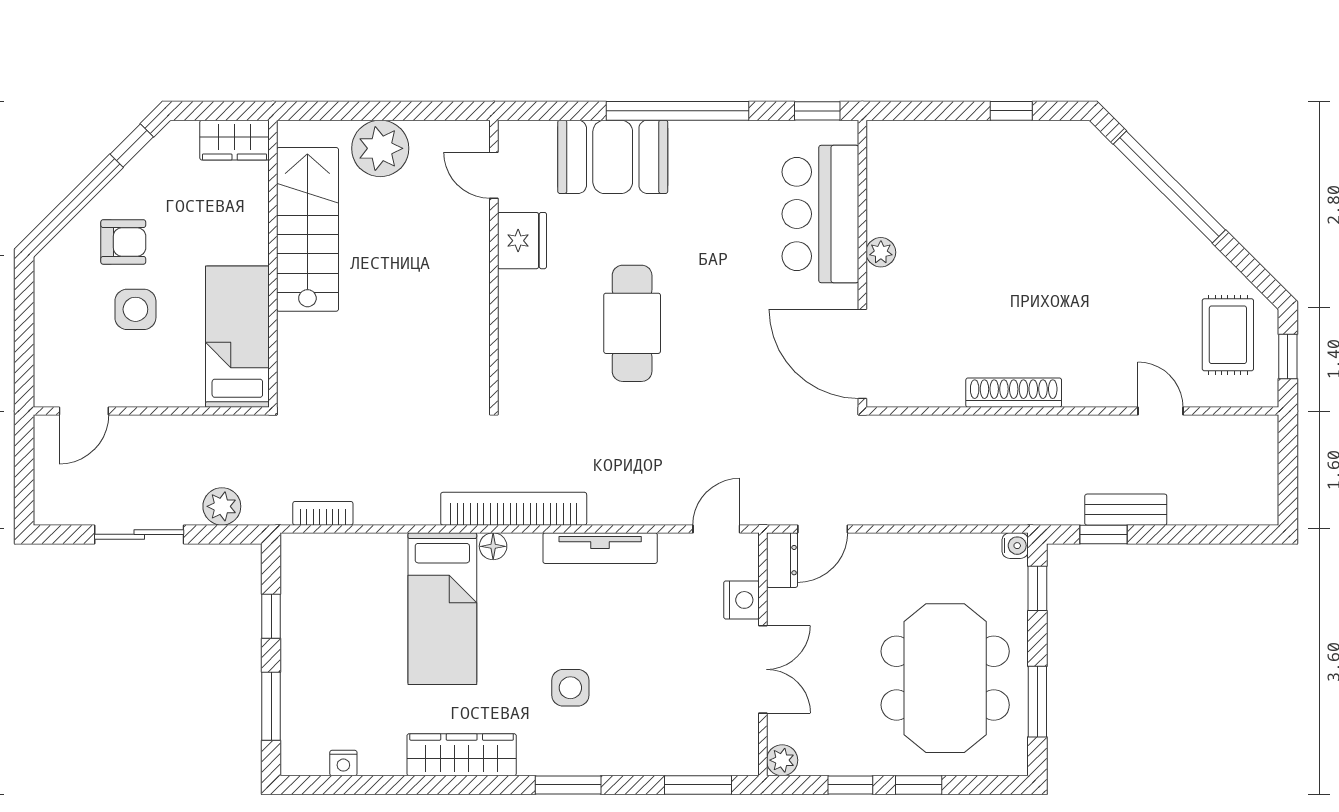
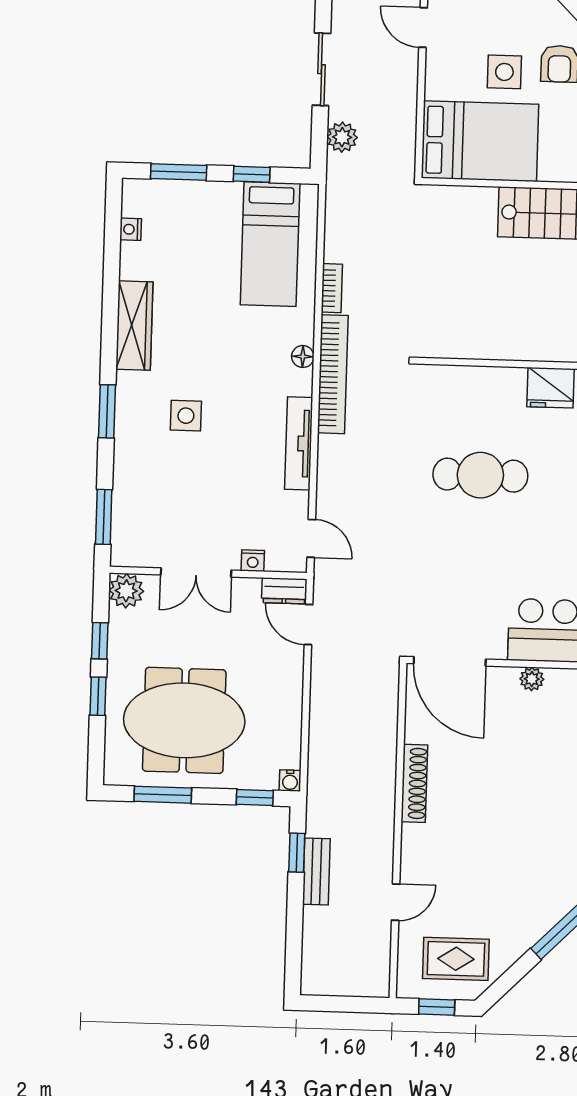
bed: (237, 337) -> (480, 141), width x1.50
door: (862, 354) -> (450, 661), swing flipped
bookcase: (323, 513) -> (332, 288), moved
nightstand: (742, 600) -> (253, 561), width x0.72, depth x0.74
bed: (442, 609) -> (270, 244), moved, turned -90
plant: (782, 760) -> (126, 591), width x1.38, depth x1.38

